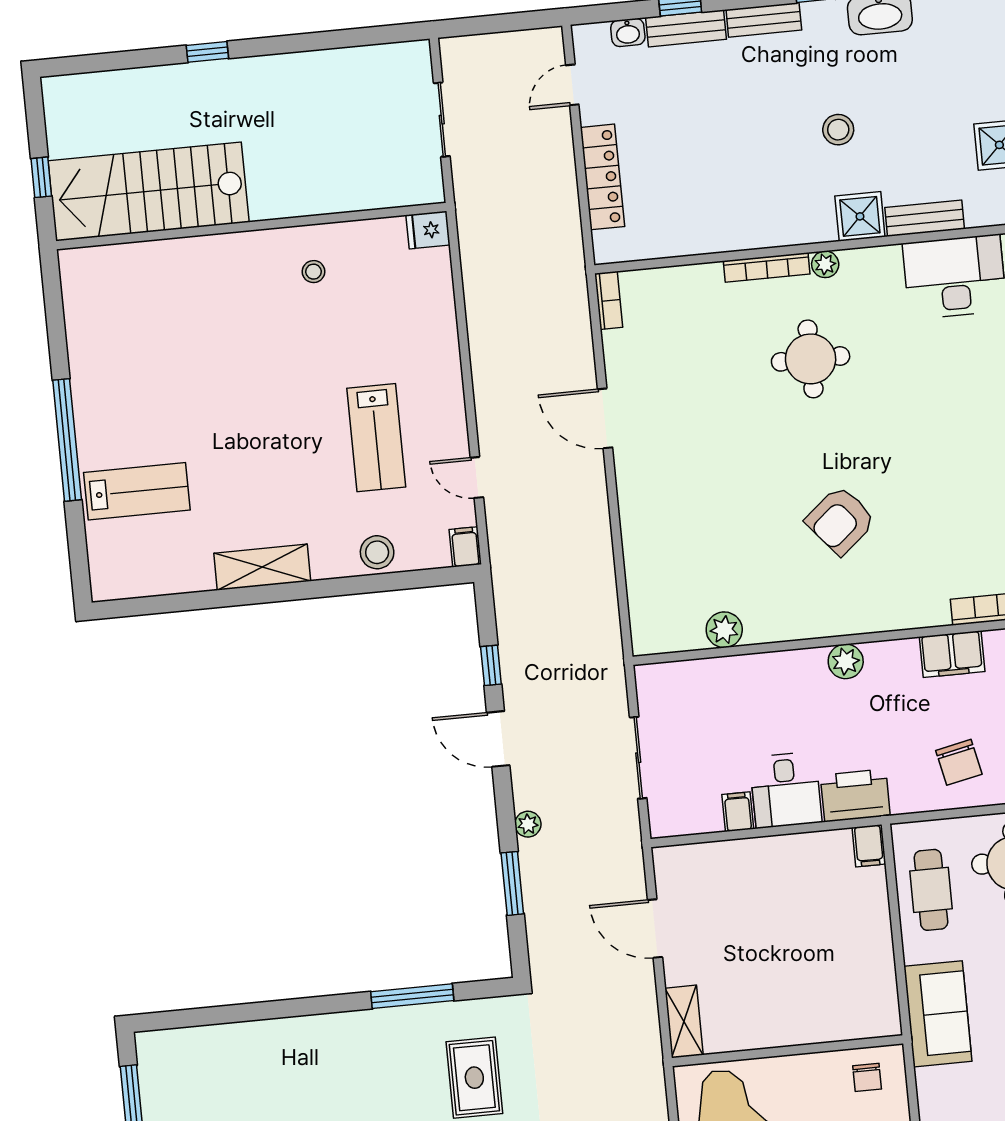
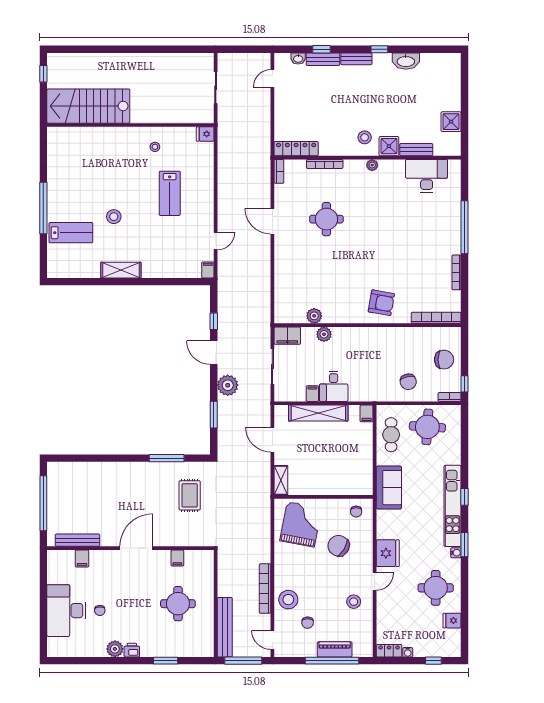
window: (207, 52) -> (119, 49), removed
stool: (838, 130) -> (365, 137), moved
window: (41, 177) -> (43, 74), moved
locker: (602, 177) -> (296, 149), moved, turned -90
bookcase: (767, 267) -> (325, 164), moved
round table: (811, 359) -> (326, 219), moved
lab bench: (376, 438) -> (170, 193), moved
door: (477, 477) -> (216, 241), swing flipped
armchair: (840, 520) -> (381, 303), moved, turned -130
stool: (377, 552) -> (114, 217), moved
filing cabinet: (952, 654) -> (287, 336), moved
plant: (846, 661) -> (324, 334), moved
printer: (855, 795) -> (363, 391), removed
plant: (528, 824) -> (228, 385), width x1.87, depth x1.87
shelving: (756, 856) -> (318, 413), added

